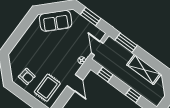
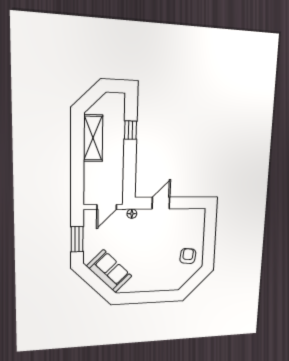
window: (126, 43) -> (77, 180), removed
window: (105, 75) -> (129, 178), removed
rug: (47, 88) -> (185, 228), removed

